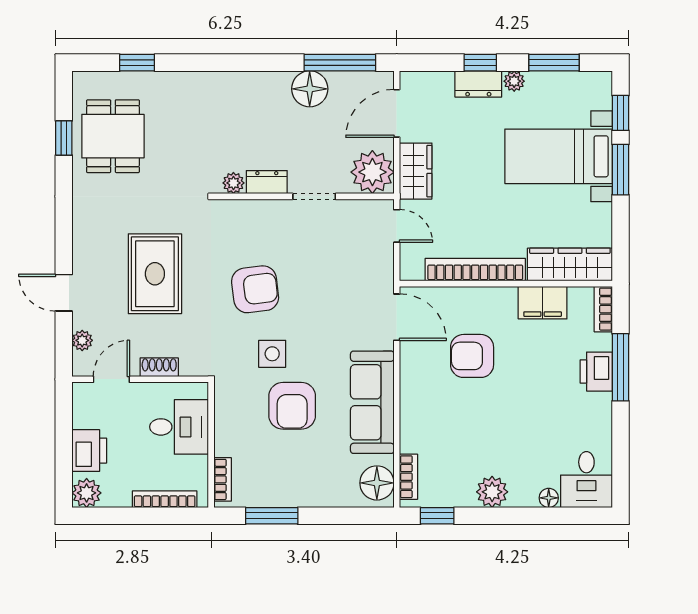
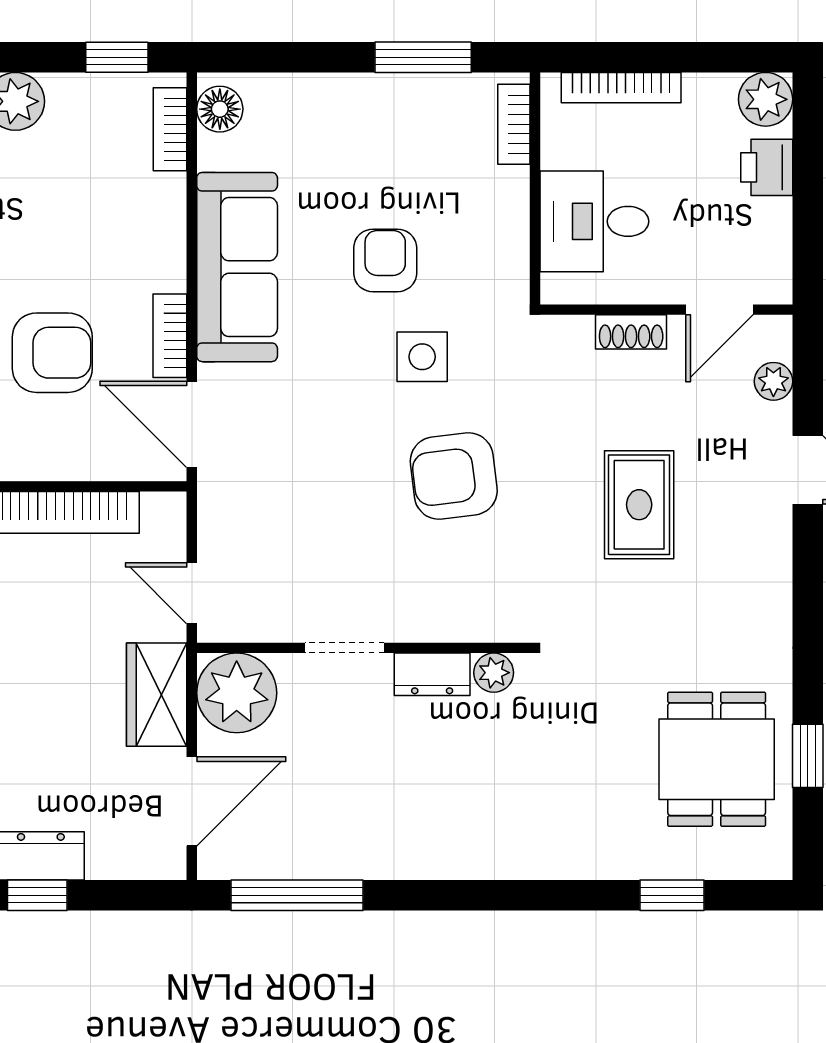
floor lamp: (310, 89) -> (353, 847), removed
rug: (155, 274) -> (639, 505), width x0.73, depth x0.70
bookcase: (409, 365) -> (170, 336), added
armchair: (292, 406) -> (385, 260), width x0.72, depth x0.72
printer: (89, 451) -> (767, 167), width x0.73, depth x0.81
floor lamp: (377, 483) -> (220, 109), width x0.73, depth x0.73

